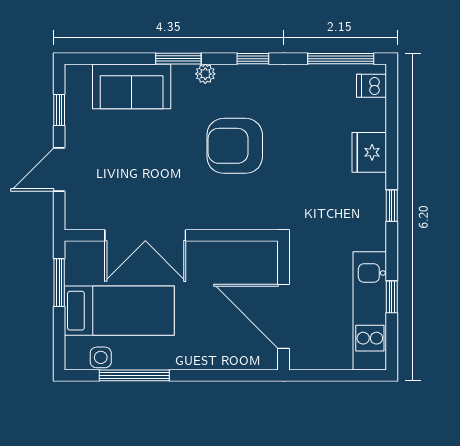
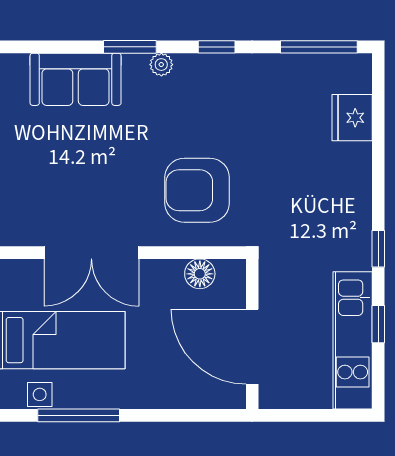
dishwasher: (372, 86) -> (355, 79), removed
armchair: (235, 146) -> (197, 190), moved
fridge: (369, 152) -> (352, 118), moved
window: (392, 206) -> (378, 249), moved
floor lamp: (238, 254) -> (200, 274), added

